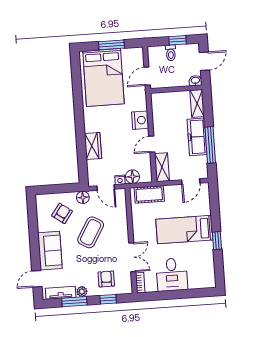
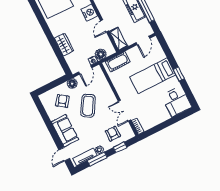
door: (106, 187) -> (85, 70), hinge flipped
double door: (132, 257) -> (124, 111), swing flipped
desk: (172, 275) -> (176, 101), moved

